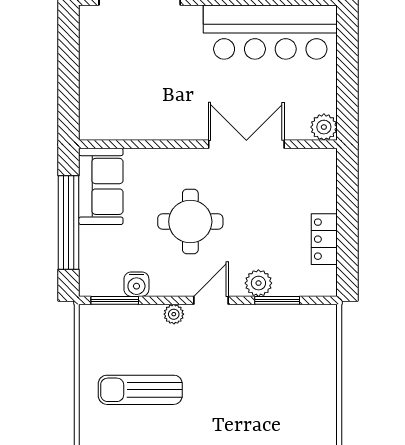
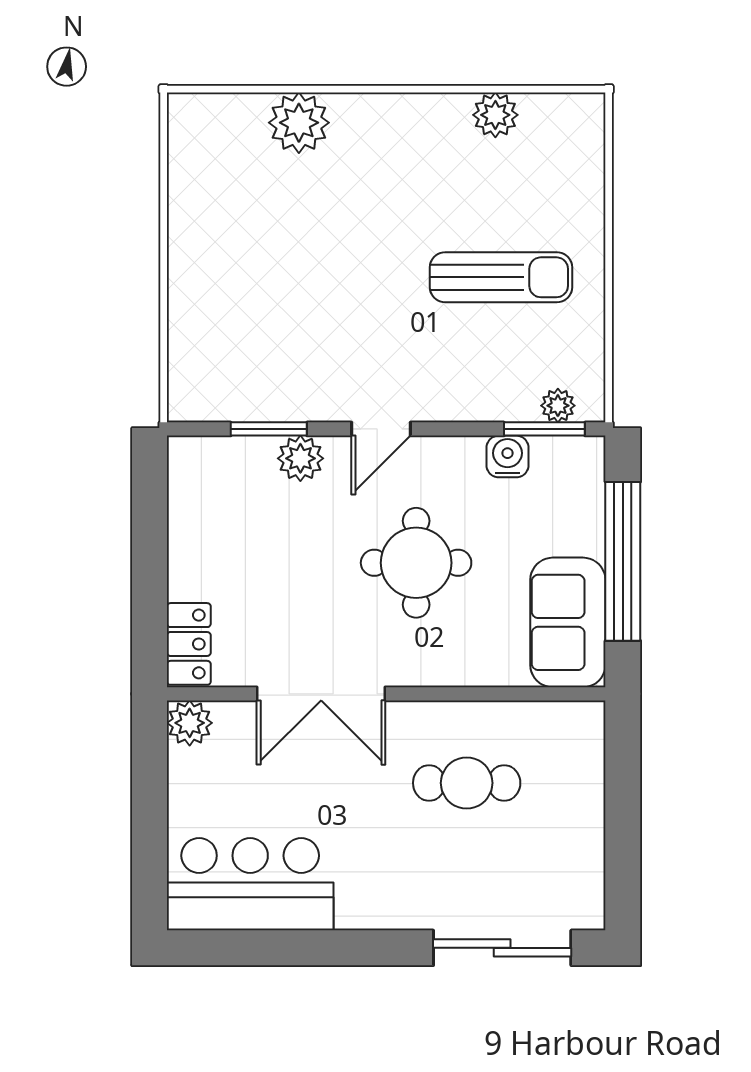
bar counter: (270, 32) -> (250, 884), width x0.73
cafe table: (161, 92) -> (467, 783), added
locker: (324, 239) -> (189, 644), moved
plant: (174, 314) -> (558, 406), moved

